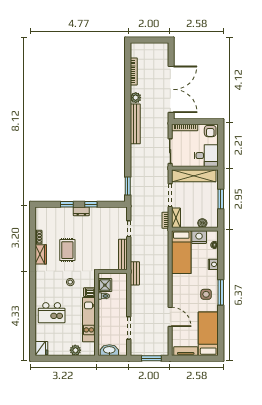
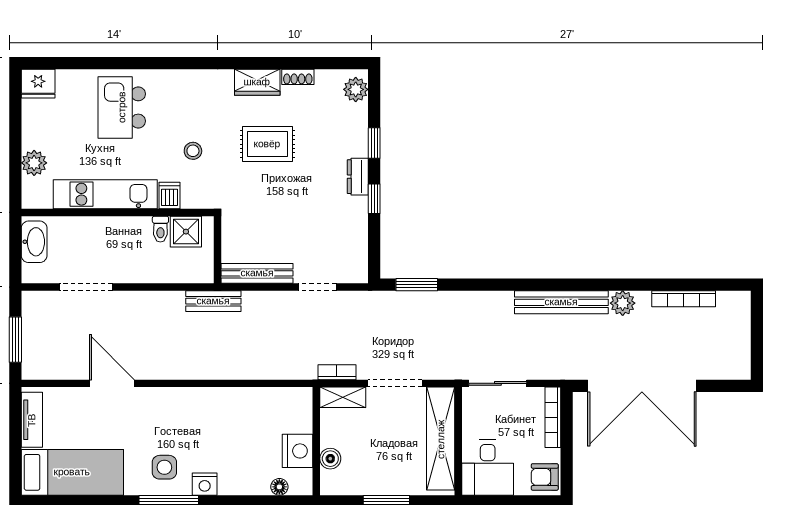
plant: (44, 212) -> (356, 89), added
bed: (181, 252) -> (262, 410), removed
nightstand: (213, 264) -> (205, 484), moved
door: (170, 317) -> (112, 383), swing flipped

